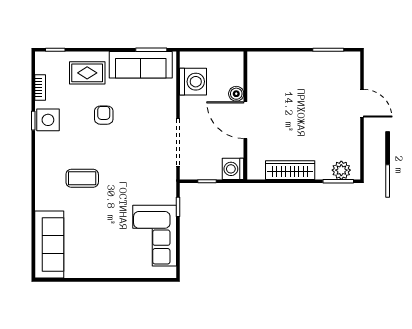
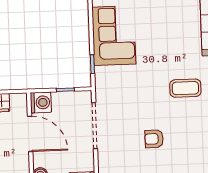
armchair: (104, 115) -> (154, 139), moved, turned 89
door: (245, 120) -> (30, 134), moved

